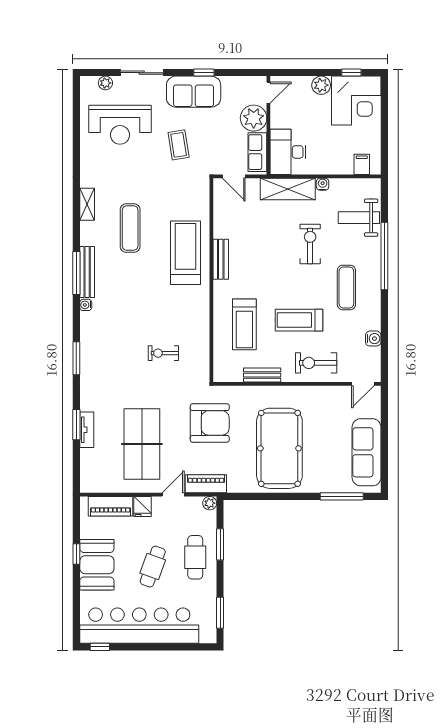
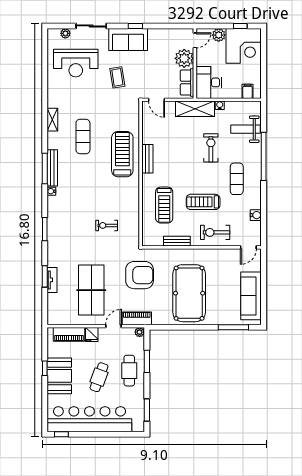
door: (268, 93) -> (195, 40), moved
plant: (254, 118) -> (184, 58), moved
wall: (268, 125) -> (195, 63), moved
row of seats: (257, 152) -> (187, 83), moved
desk: (288, 152) -> (209, 82), moved

